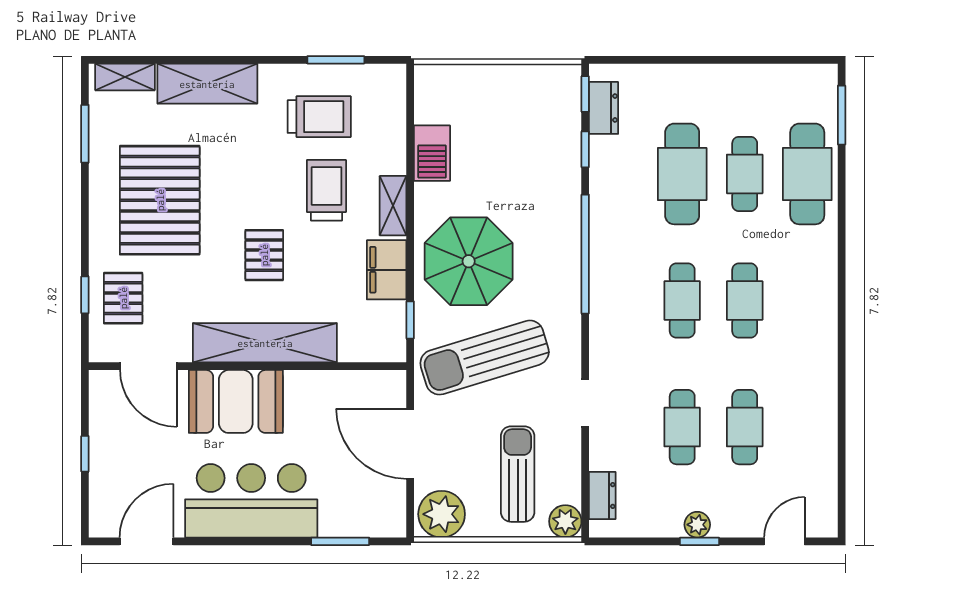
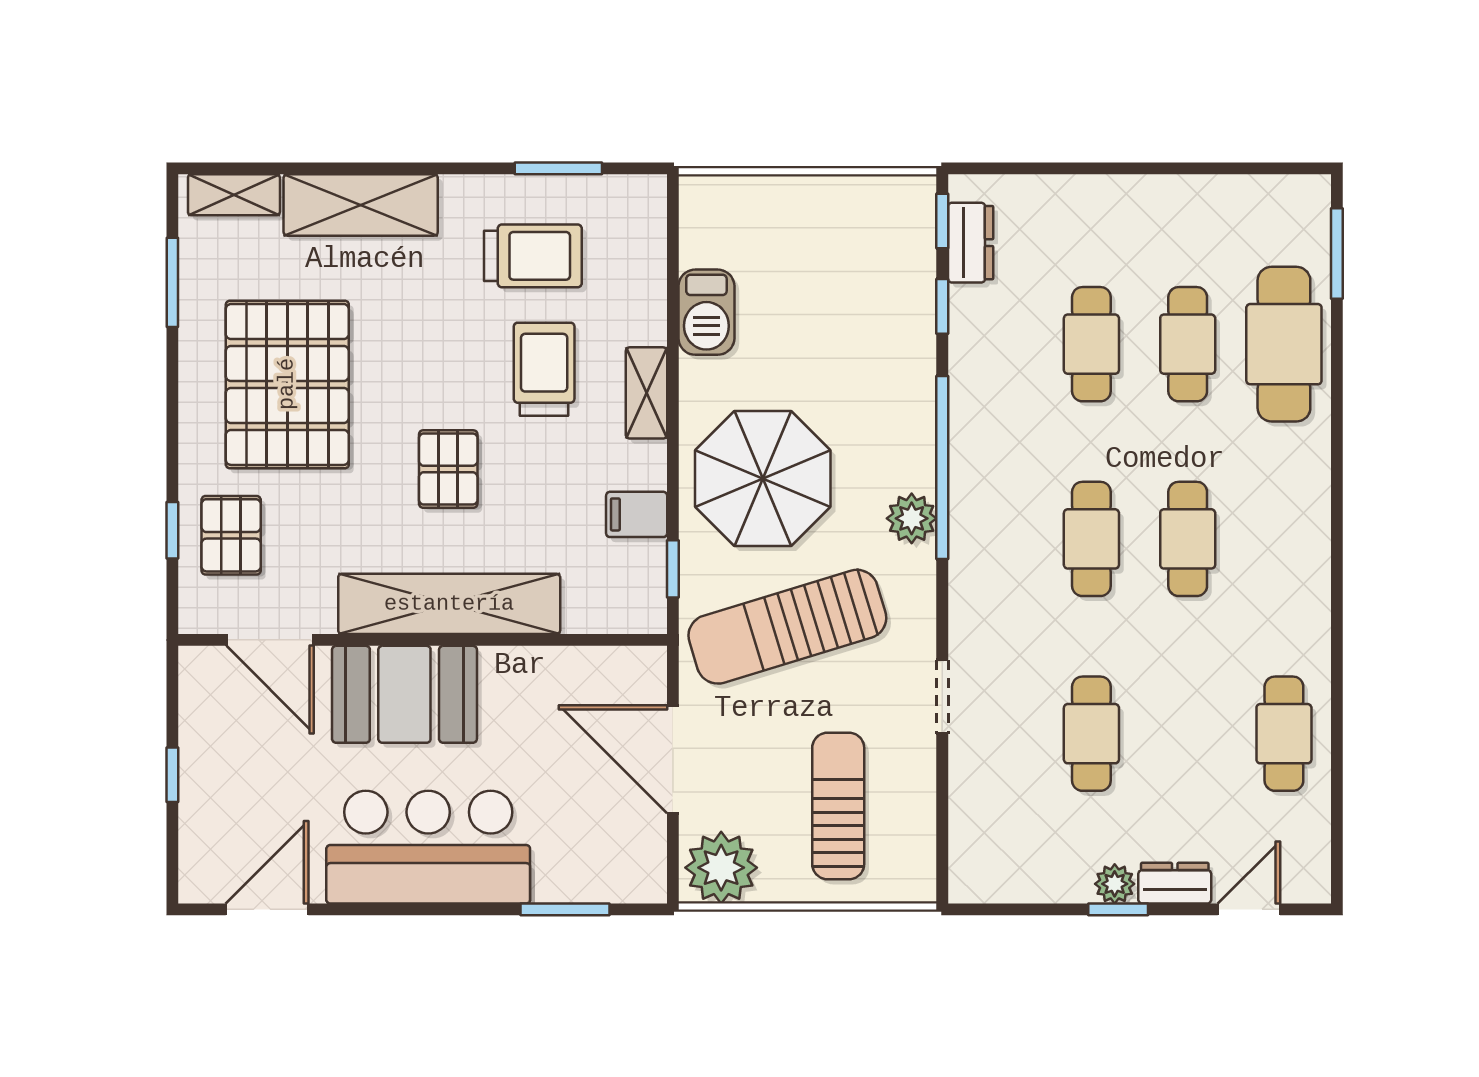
cafe table: (682, 174) -> (1091, 344), width x0.73, depth x0.74
filing cabinet: (387, 270) -> (637, 514), width x0.50
cafe table: (745, 427) -> (1284, 734), moved
dresser: (602, 495) -> (1175, 883), moved, turned -90
plant: (565, 521) -> (912, 518), moved

